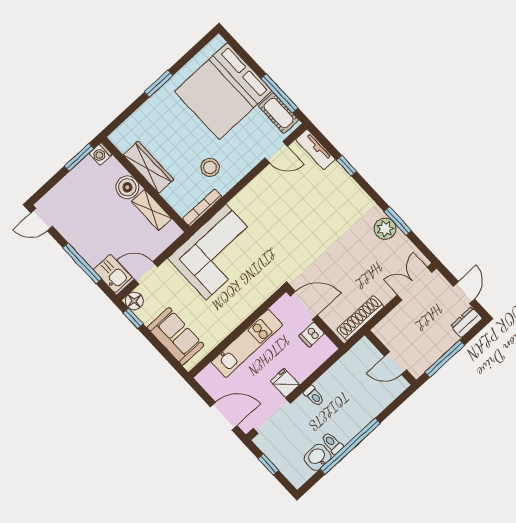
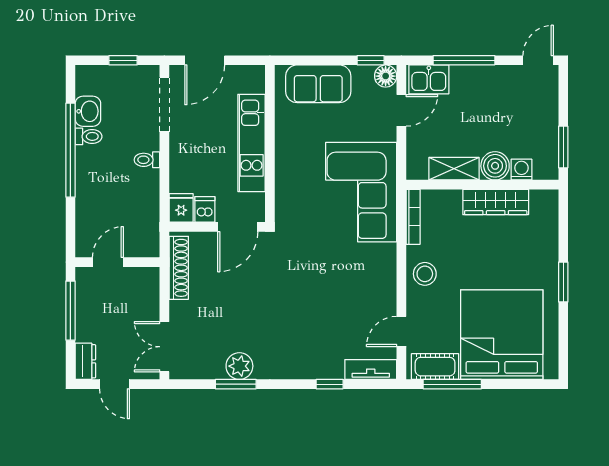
washing machine: (101, 154) -> (521, 170), moved
stool: (210, 167) -> (425, 274), moved
double door: (415, 284) -> (164, 347), swing flipped
fridge: (285, 383) -> (181, 208), moved, turned -90

